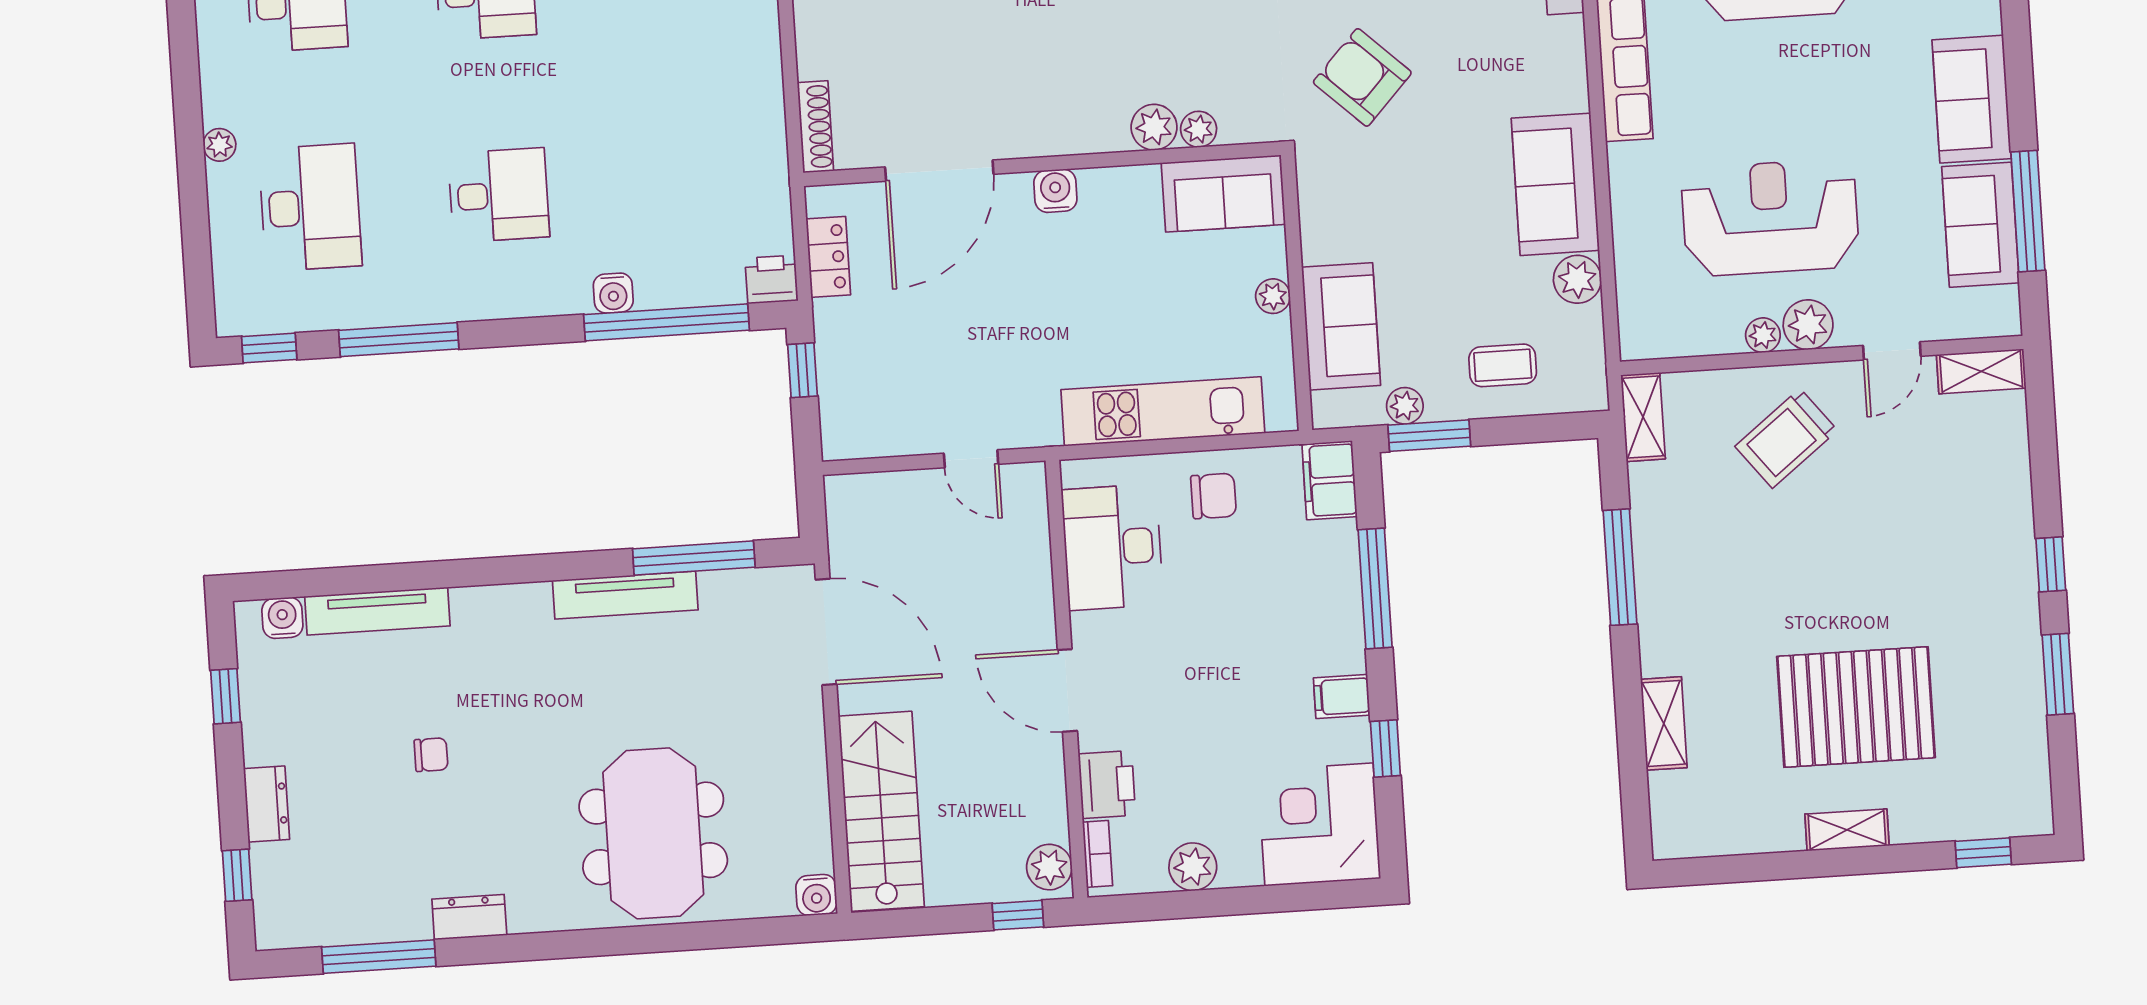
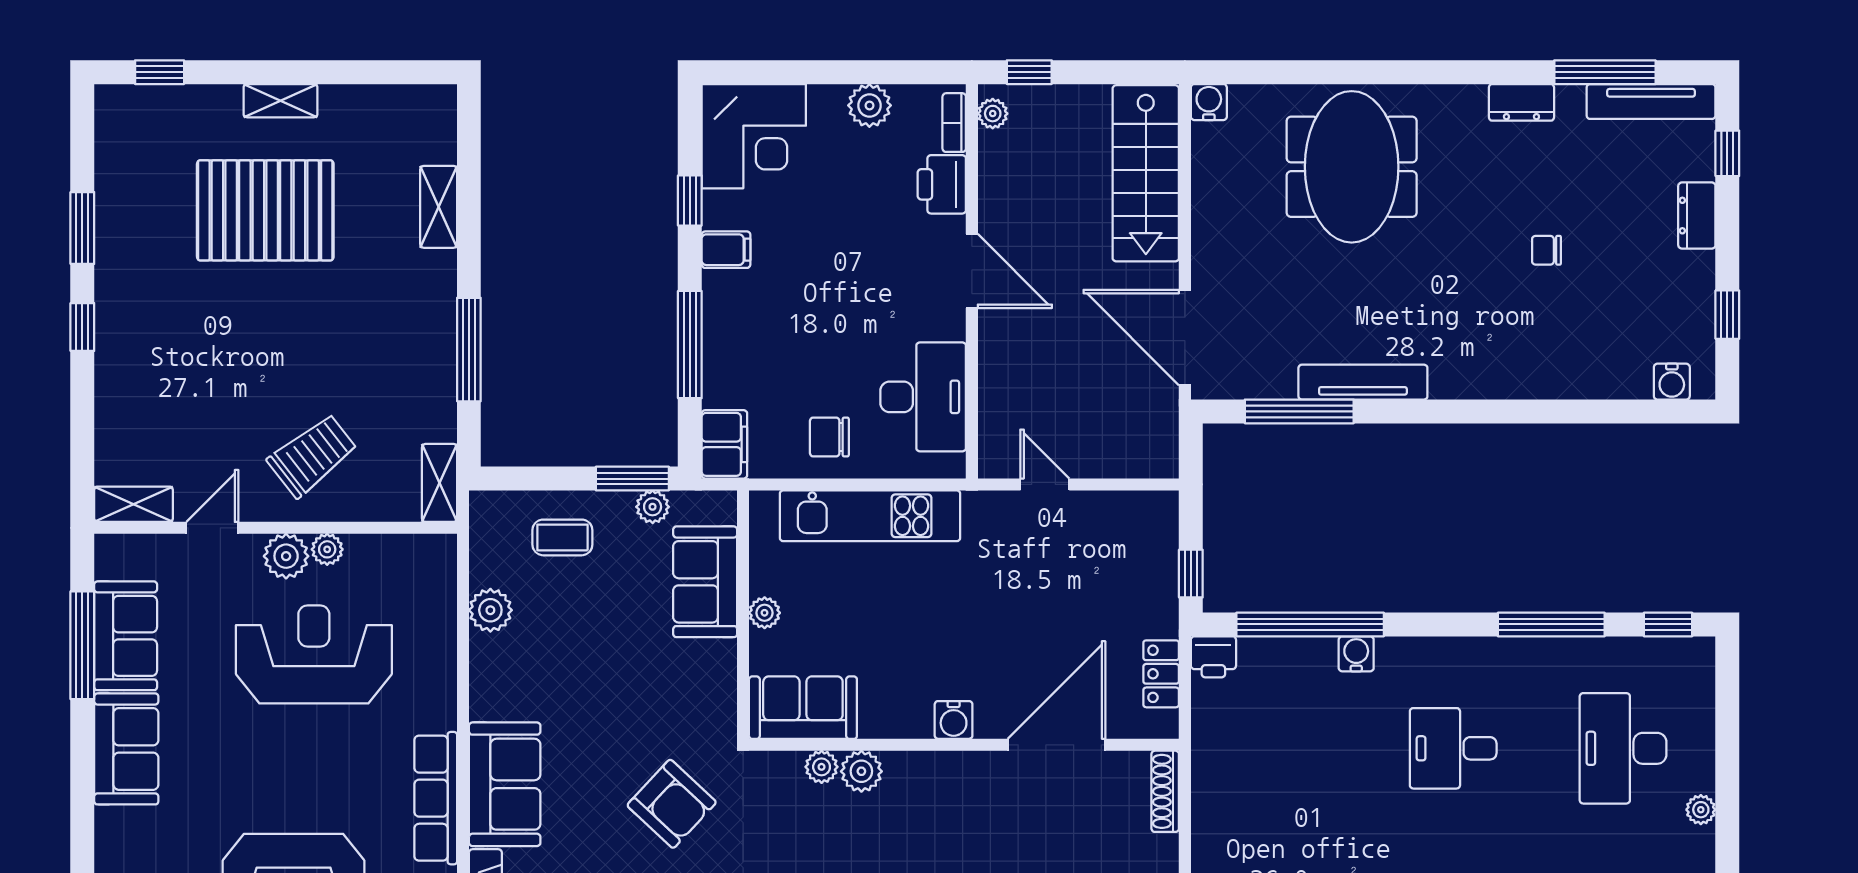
sofa: (1555, 184) -> (505, 784), moved
reception desk: (1770, 218) -> (314, 654), turned 180
tv unit: (377, 611) -> (1651, 101), moved, turned 180
plant: (1049, 867) -> (993, 114), width x0.73, depth x0.73

